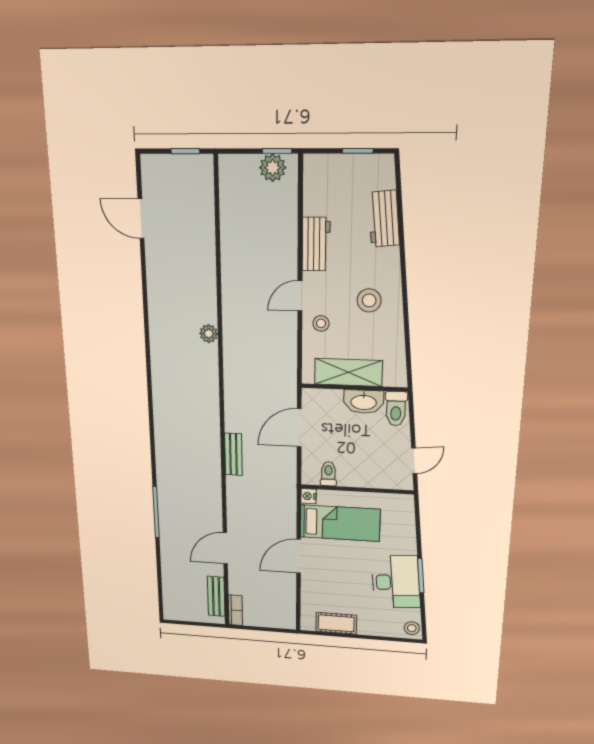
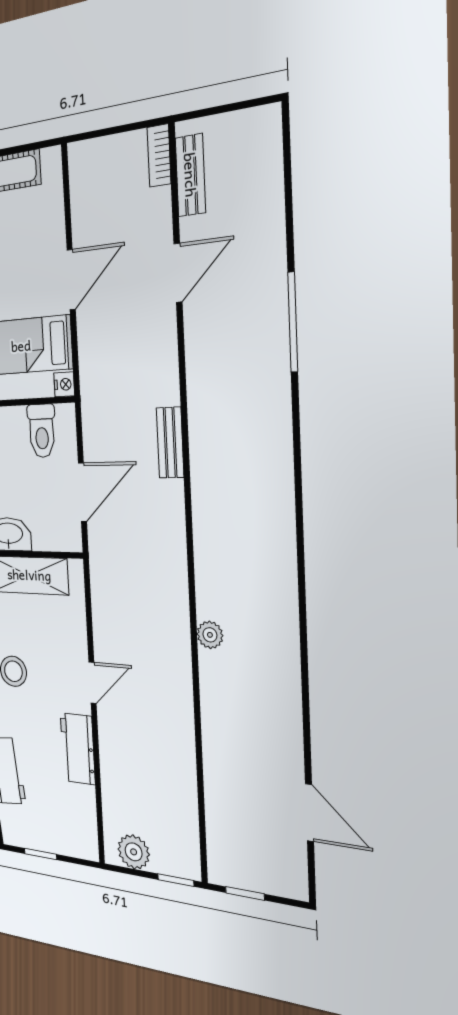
window: (277, 151) -> (176, 880), moved
stool: (321, 323) -> (65, 644), removed
toilet: (328, 474) -> (42, 431), width x1.37, depth x1.39

